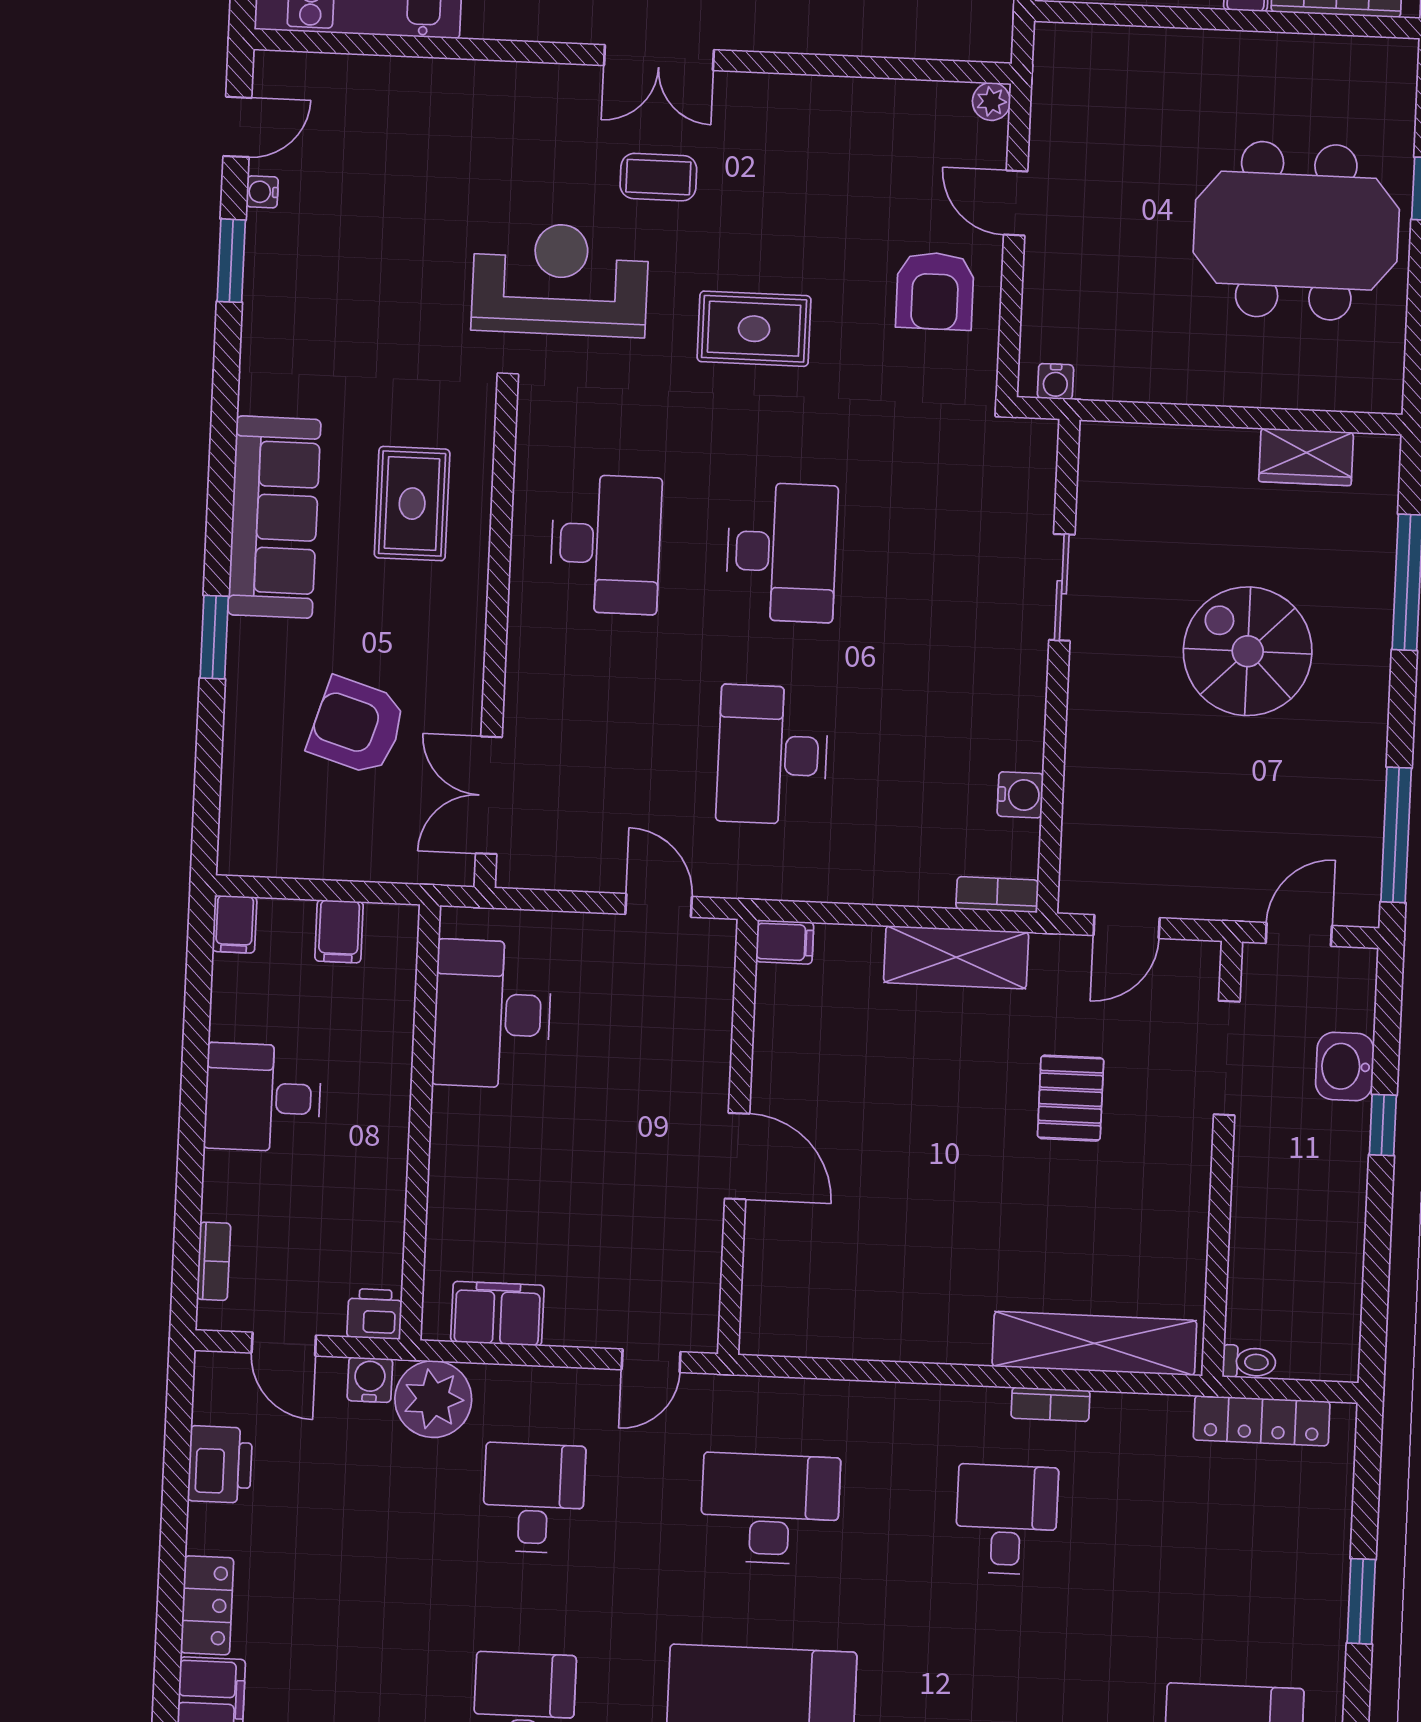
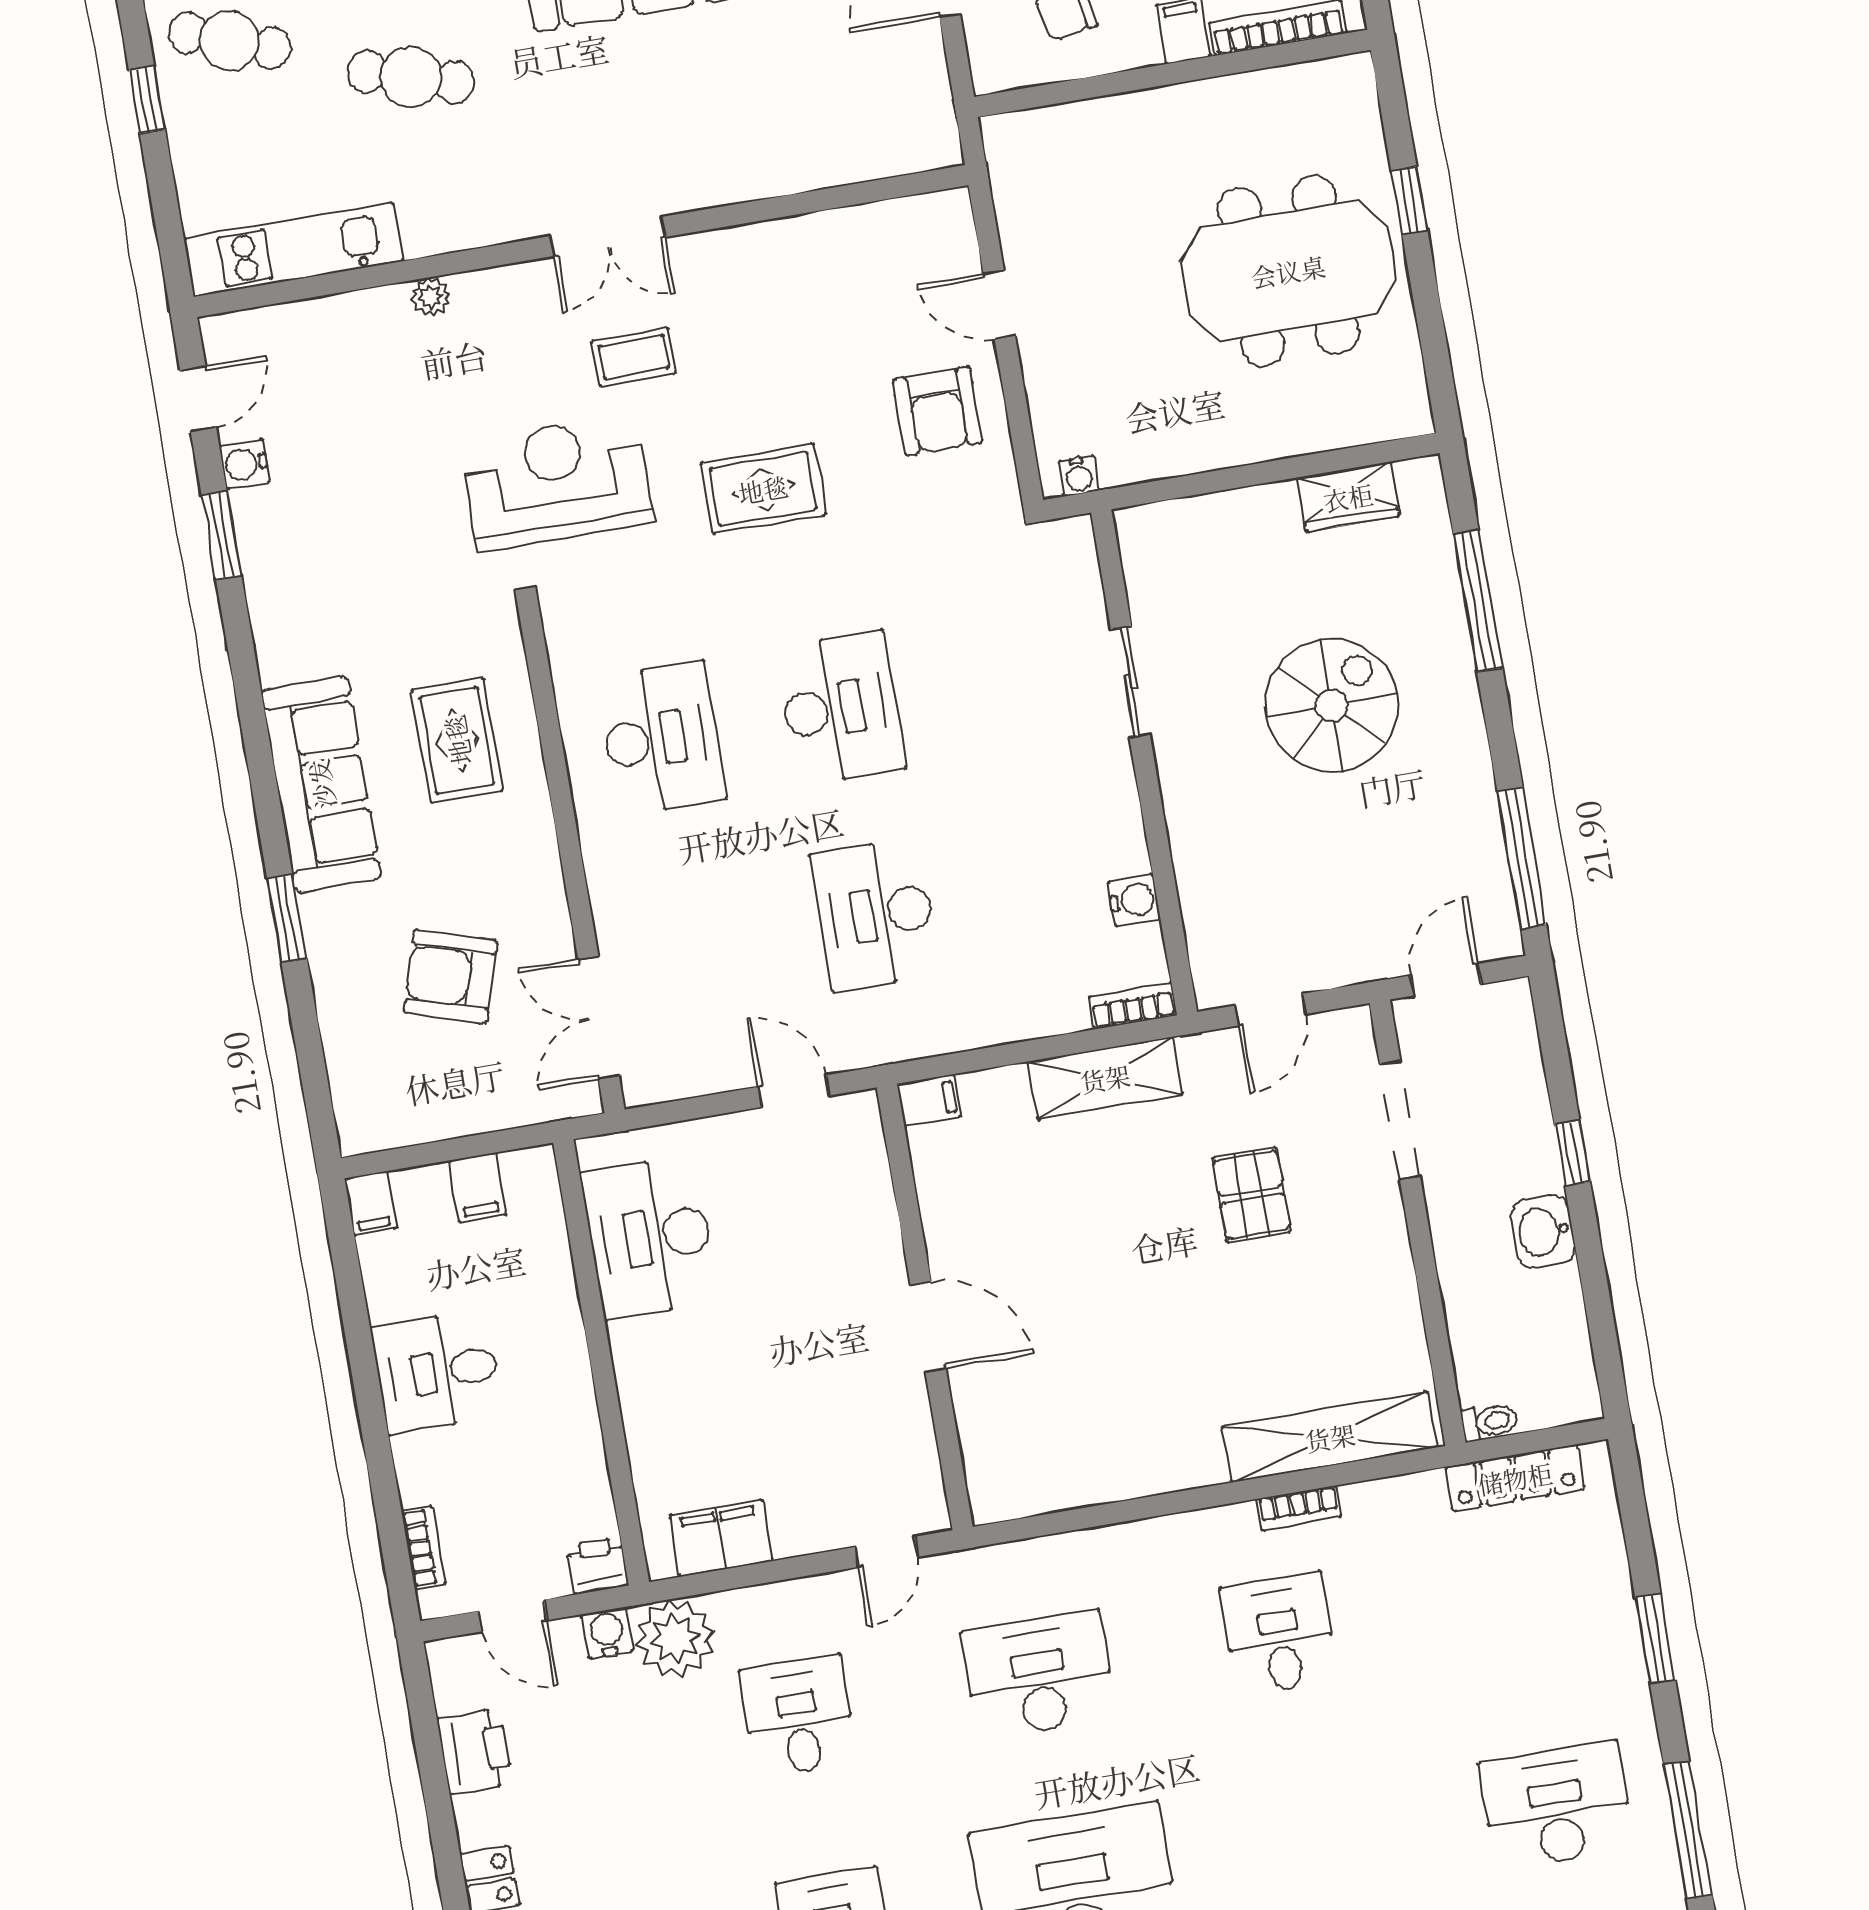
plant: (991, 101) -> (431, 297), moved
water cooler: (262, 192) -> (245, 464), width x1.38, depth x1.38
spiral stairs: (1248, 651) -> (1332, 706), turned 90
washbasin: (1345, 1066) -> (1543, 1232), moved

